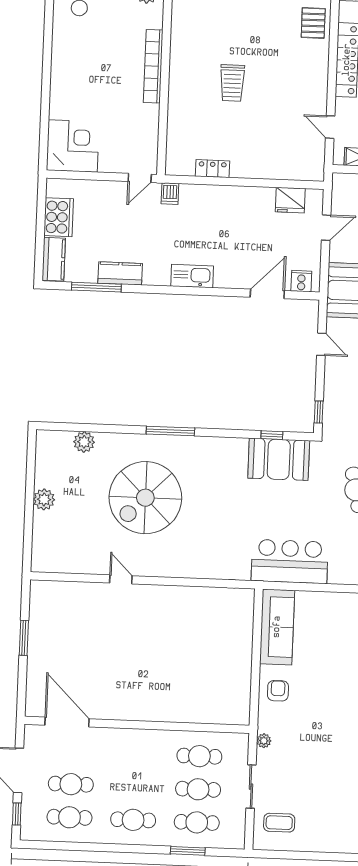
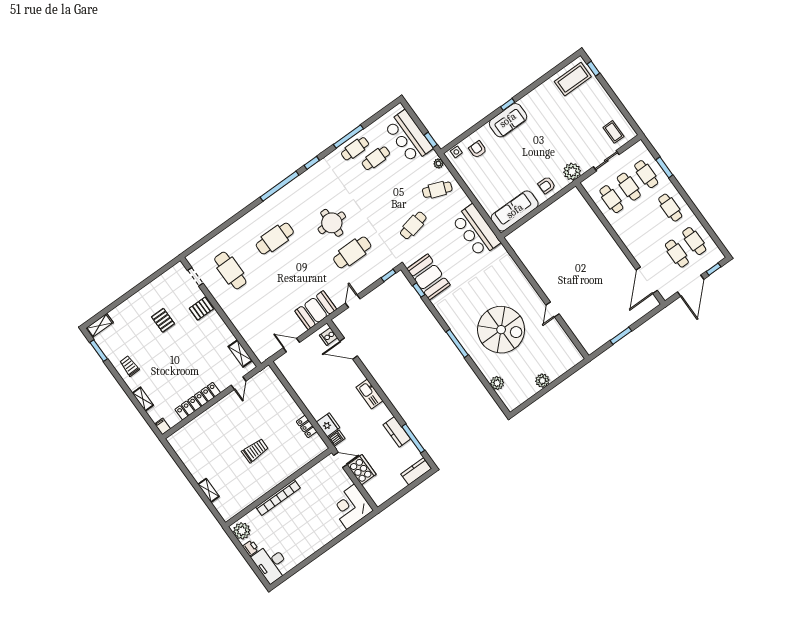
pallet: (313, 23) -> (192, 433), removed
fridge: (290, 200) -> (328, 425), moved
cooker: (59, 217) -> (362, 470), moved, turned 90
plant: (264, 741) -> (572, 172), width x1.88, depth x1.88

